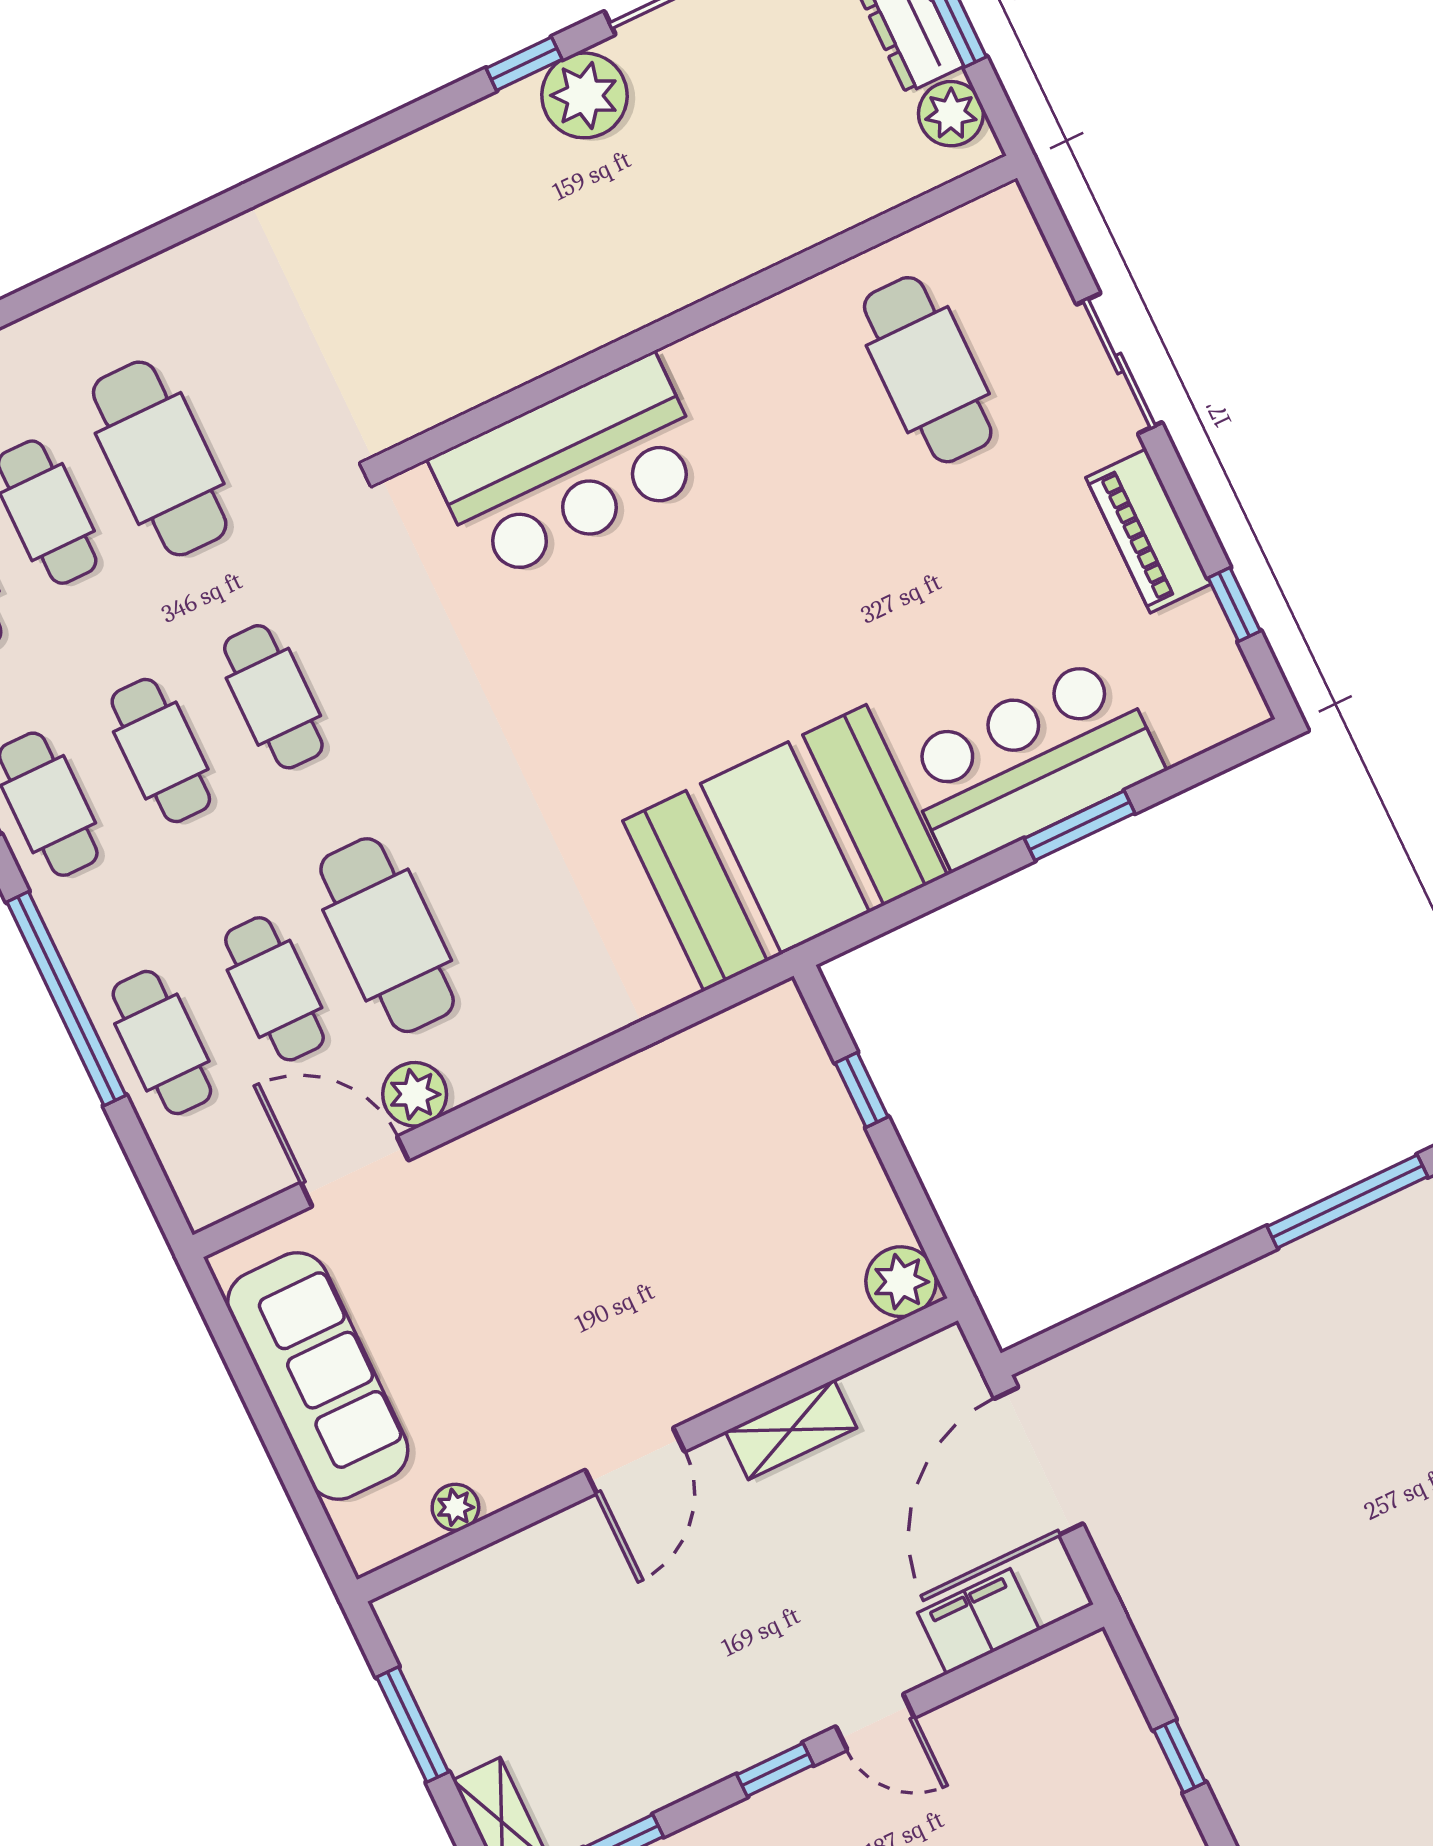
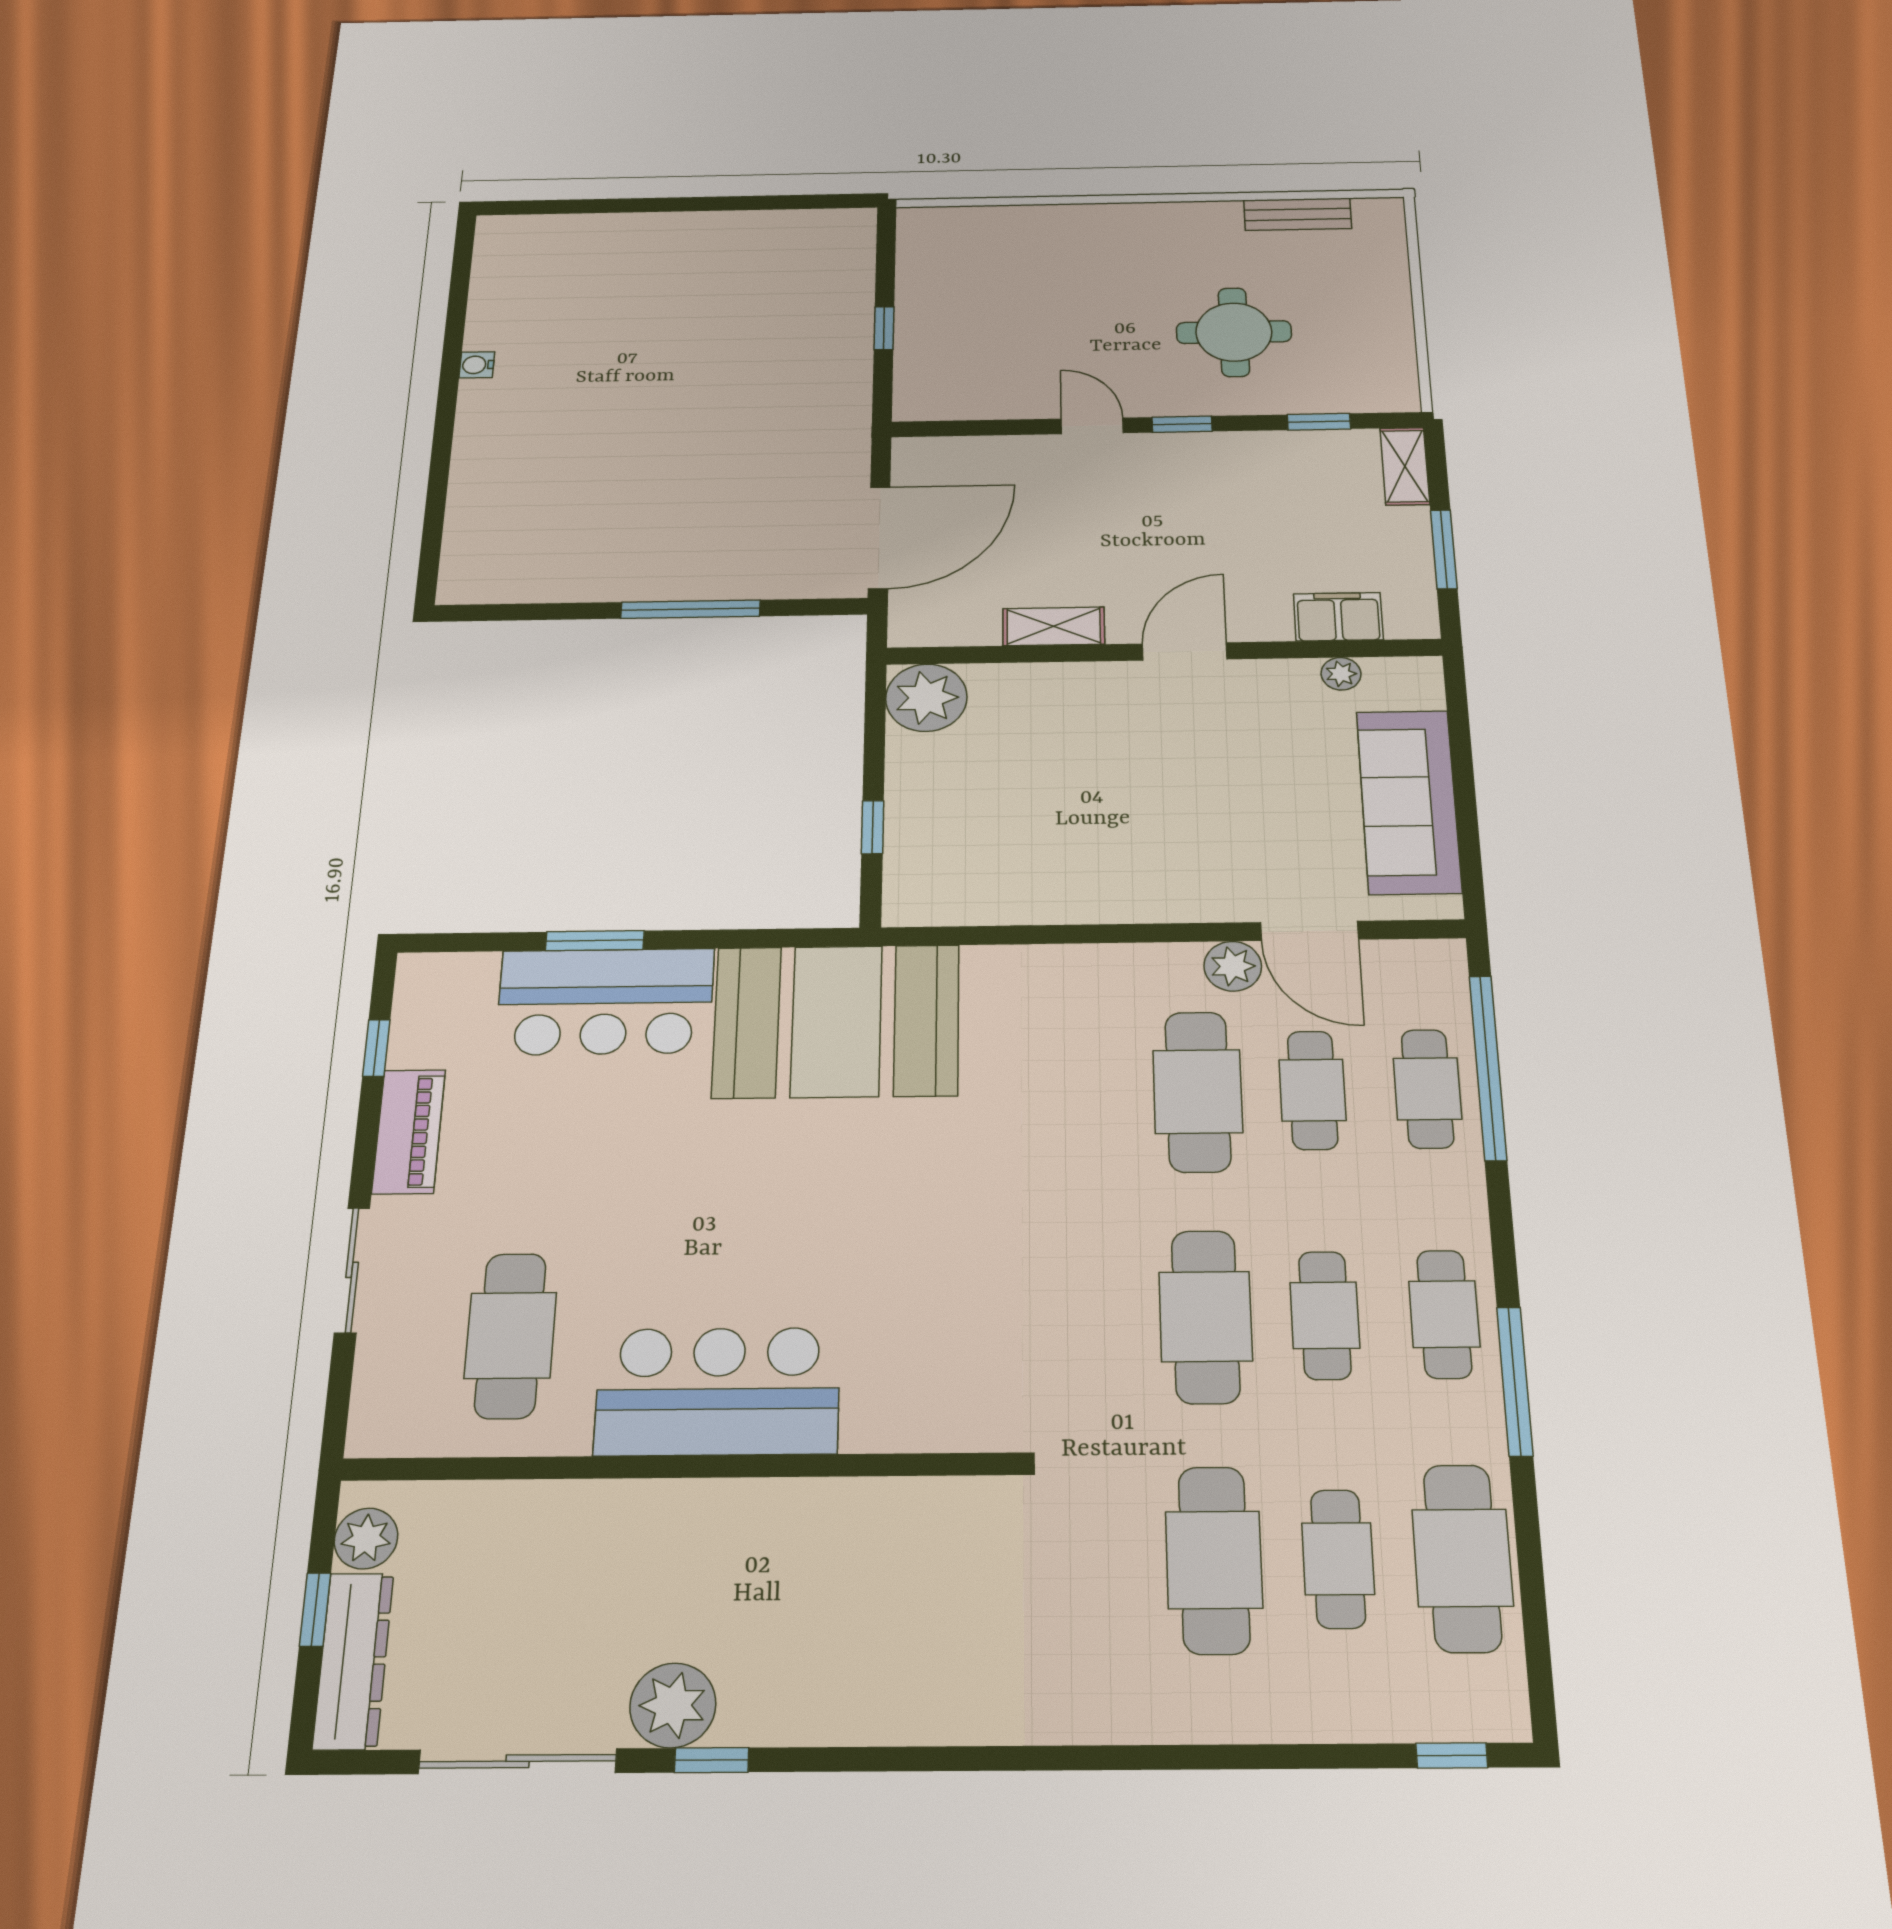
bar counter: (571, 468) -> (718, 1391), moved
cafe table: (273, 697) -> (1206, 1316), width x1.37, depth x1.35
window: (66, 999) -> (1488, 1067), moved
window: (1347, 1201) -> (690, 609), moved
plant: (901, 1282) -> (926, 698), width x1.36, depth x1.36
filing cabinet: (979, 1621) -> (1338, 617), moved, turned 180

